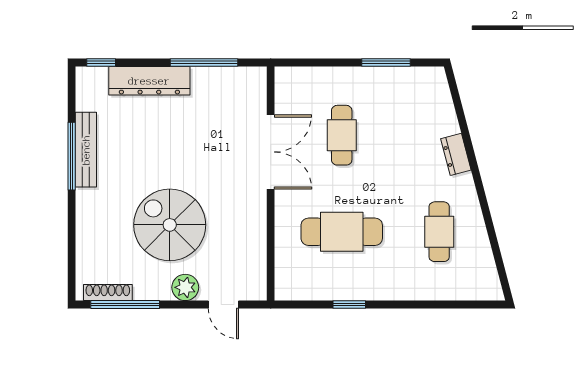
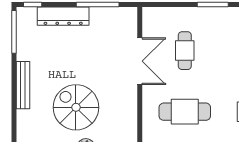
bench: (86, 150) -> (23, 85), moved
window: (72, 156) -> (14, 32), moved

